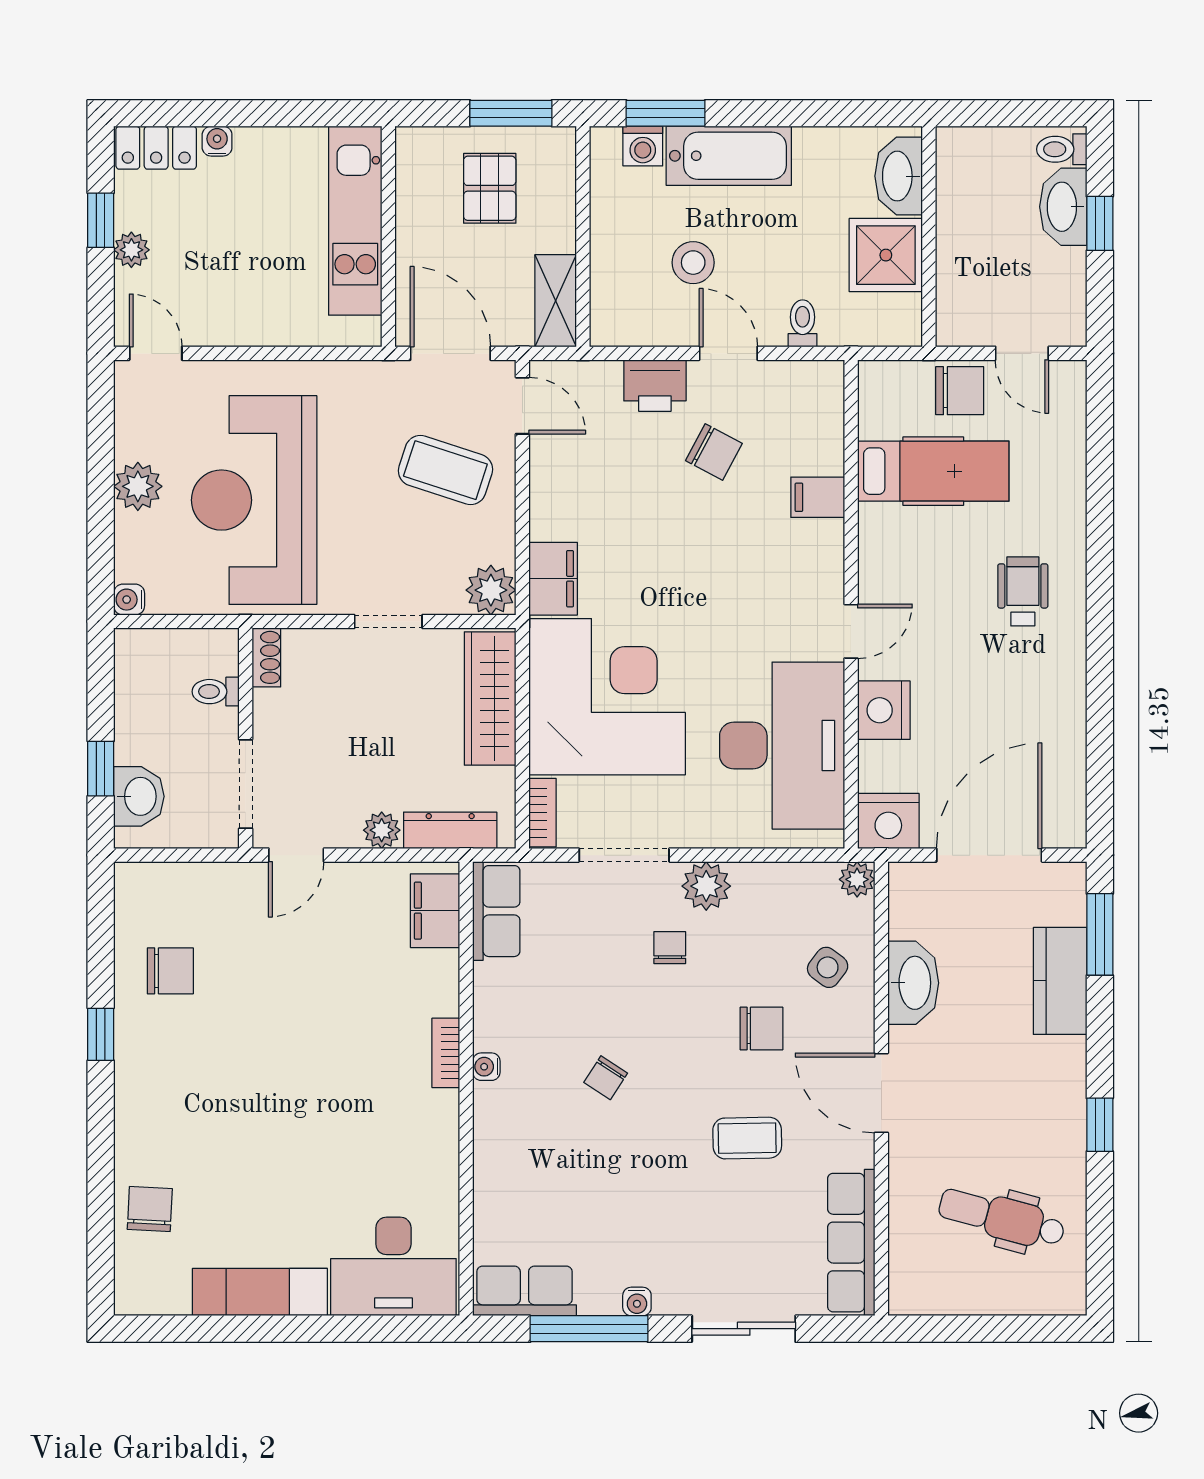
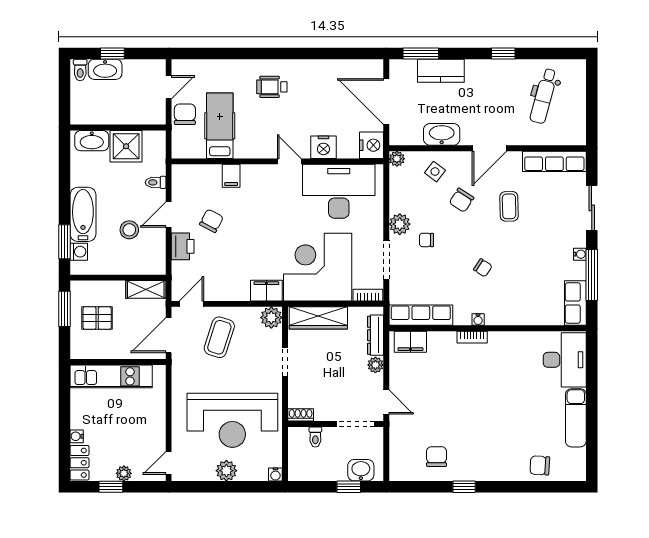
row of seats: (496, 911) -> (421, 315), width x1.48
chair: (761, 1028) -> (462, 200), turned -147

